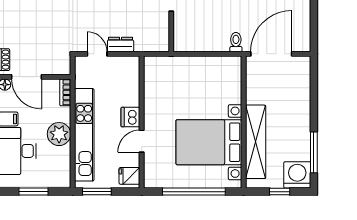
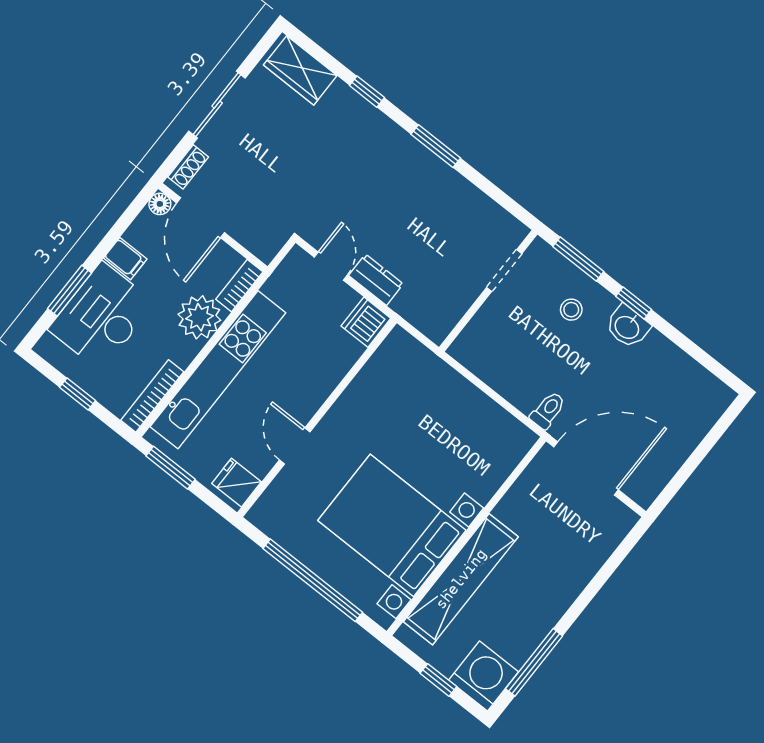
dishwasher: (130, 117) -> (366, 322), moved
plant: (59, 134) -> (199, 317), moved
door: (142, 141) -> (295, 446), hinge flipped
bookcase: (65, 168) -> (152, 396), added
window: (33, 192) -> (78, 394), width x0.67

